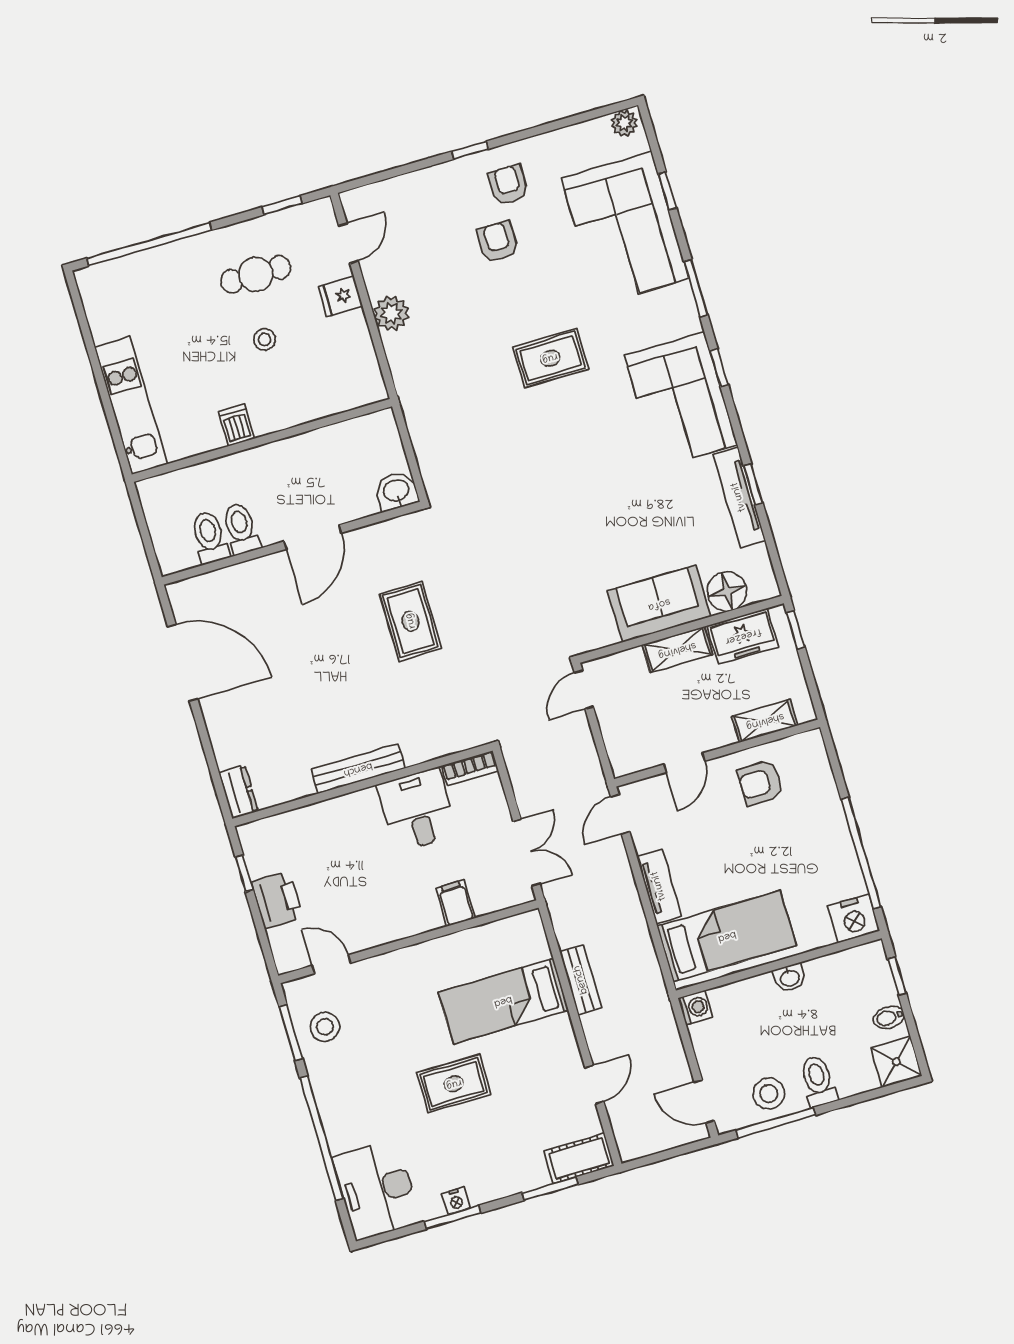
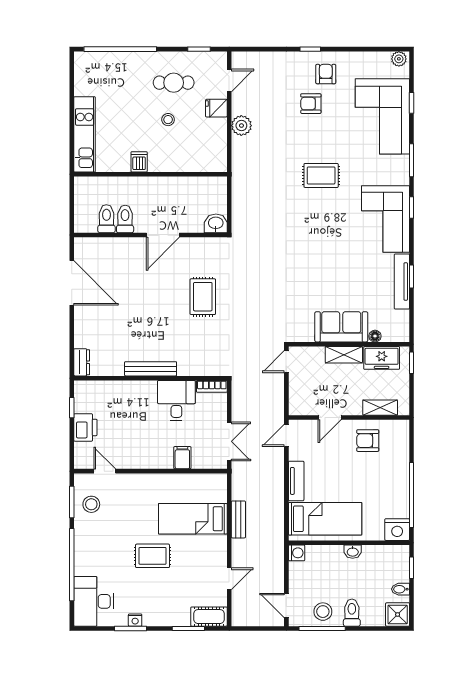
armchair: (498, 242) -> (311, 104), turned -90
floor lamp: (727, 591) -> (375, 336), width x0.53, depth x0.53

